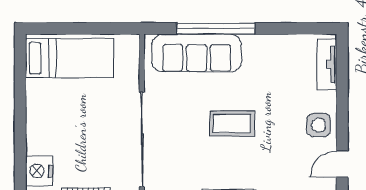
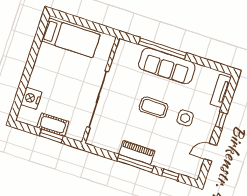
sofa: (197, 53) -> (167, 66), moved
window: (342, 109) -> (221, 120), added
side table: (319, 125) -> (185, 118), moved

